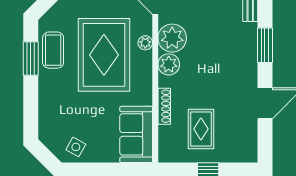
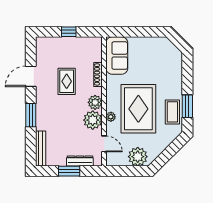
rug: (201, 129) -> (67, 81), moved
side table: (76, 147) -> (157, 47), removed

